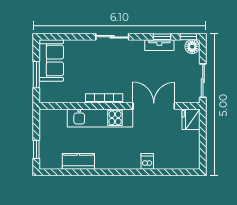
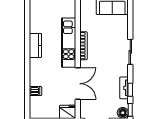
kitchen counter: (78, 161) -> (35, 45), moved
dishwasher: (147, 161) -> (35, 91), moved

